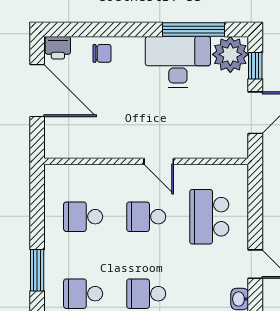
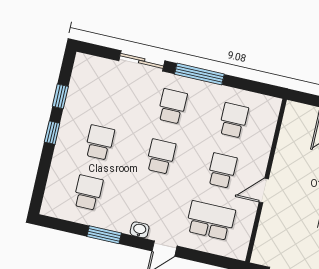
window: (37, 270) -> (199, 74), width x1.44

